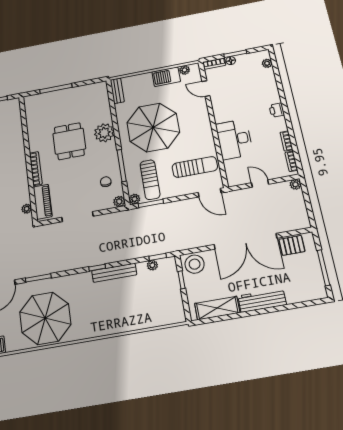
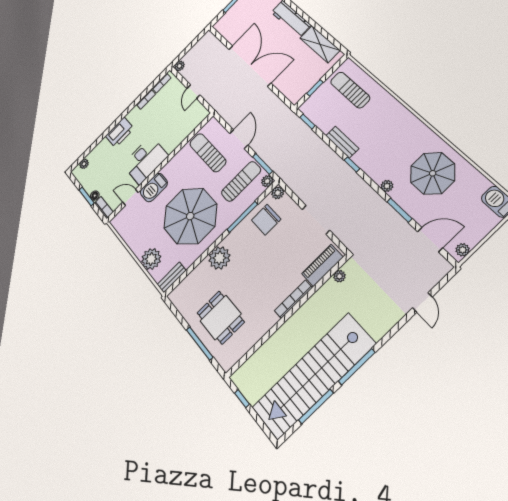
plant: (185, 70) -> (151, 259), moved, width x1.88, depth x1.88
barbecue: (166, 77) -> (154, 187), moved, turned 90
door: (206, 89) -> (130, 197), swing flipped
printer: (277, 110) -> (120, 132), width x1.87, depth x1.48
desk: (234, 139) -> (145, 160), moved
dining table: (69, 141) -> (221, 317), moved, turned 90
chair: (106, 182) -> (266, 220), width x1.87, depth x1.87
door: (210, 193) -> (239, 139), moved
pallet: (292, 245) -> (232, 32), removed
stool: (195, 264) -> (294, 88), removed
plant: (152, 265) -> (387, 186), moved
bench: (114, 273) -> (342, 142), width x0.73
sun lounger: (157, 305) -> (350, 90), added
parasol: (45, 318) -> (433, 173), width x0.73, depth x0.73

